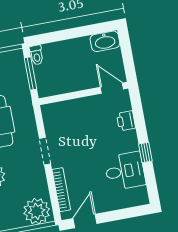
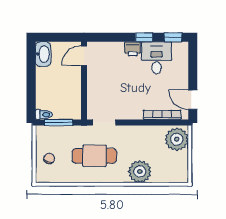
printer: (126, 121) -> (133, 49), moved
doorway: (45, 151) -> (104, 123), moved
window: (152, 185) -> (173, 37), added

